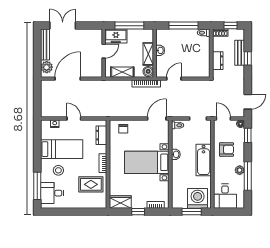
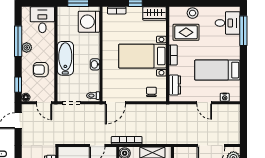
bed with nightstands: (147, 162) -> (142, 56), moved, turned 180
stool: (58, 170) -> (193, 13), moved
washing machine: (198, 198) -> (89, 22), moved, turned 90

